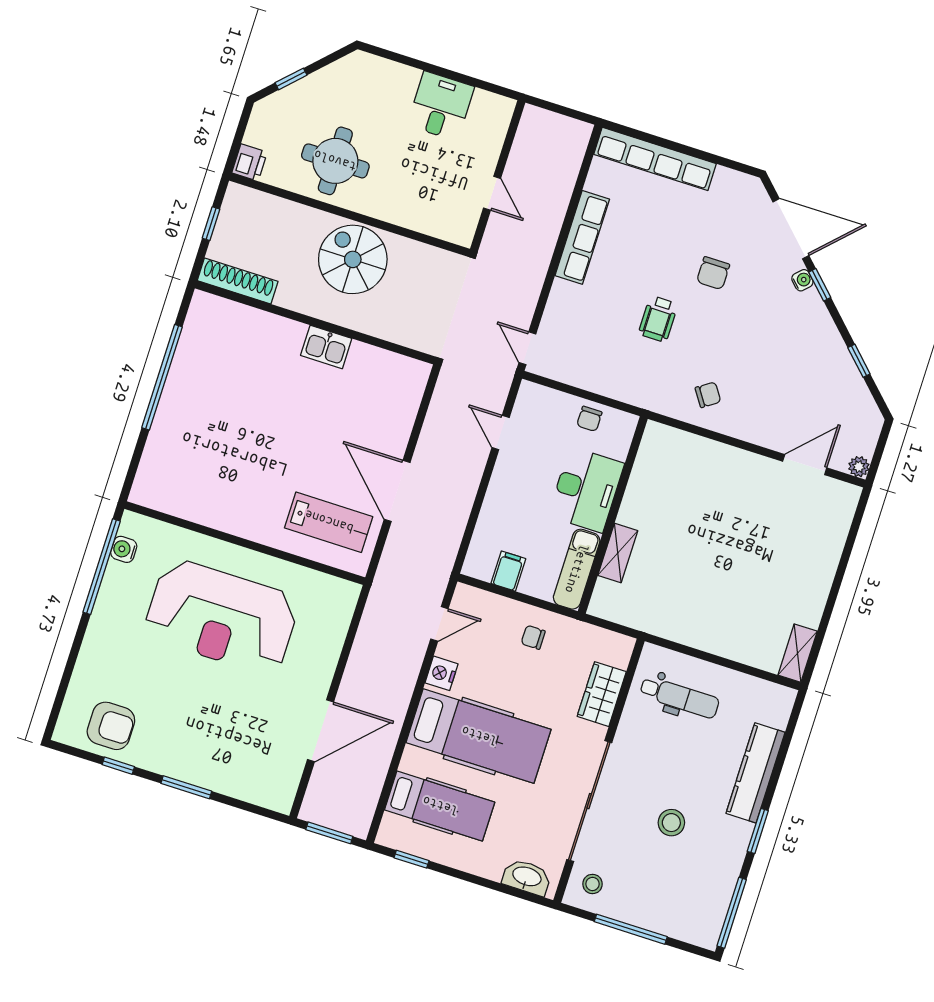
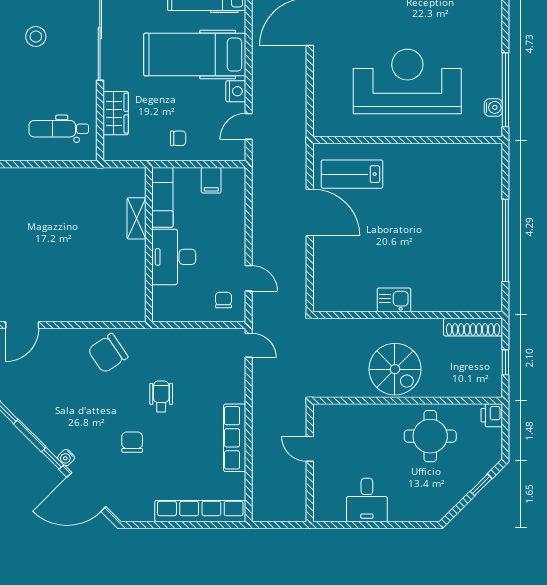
chair: (708, 395) -> (108, 353), width x1.87, depth x1.87
chair: (589, 419) -> (223, 300), moved

